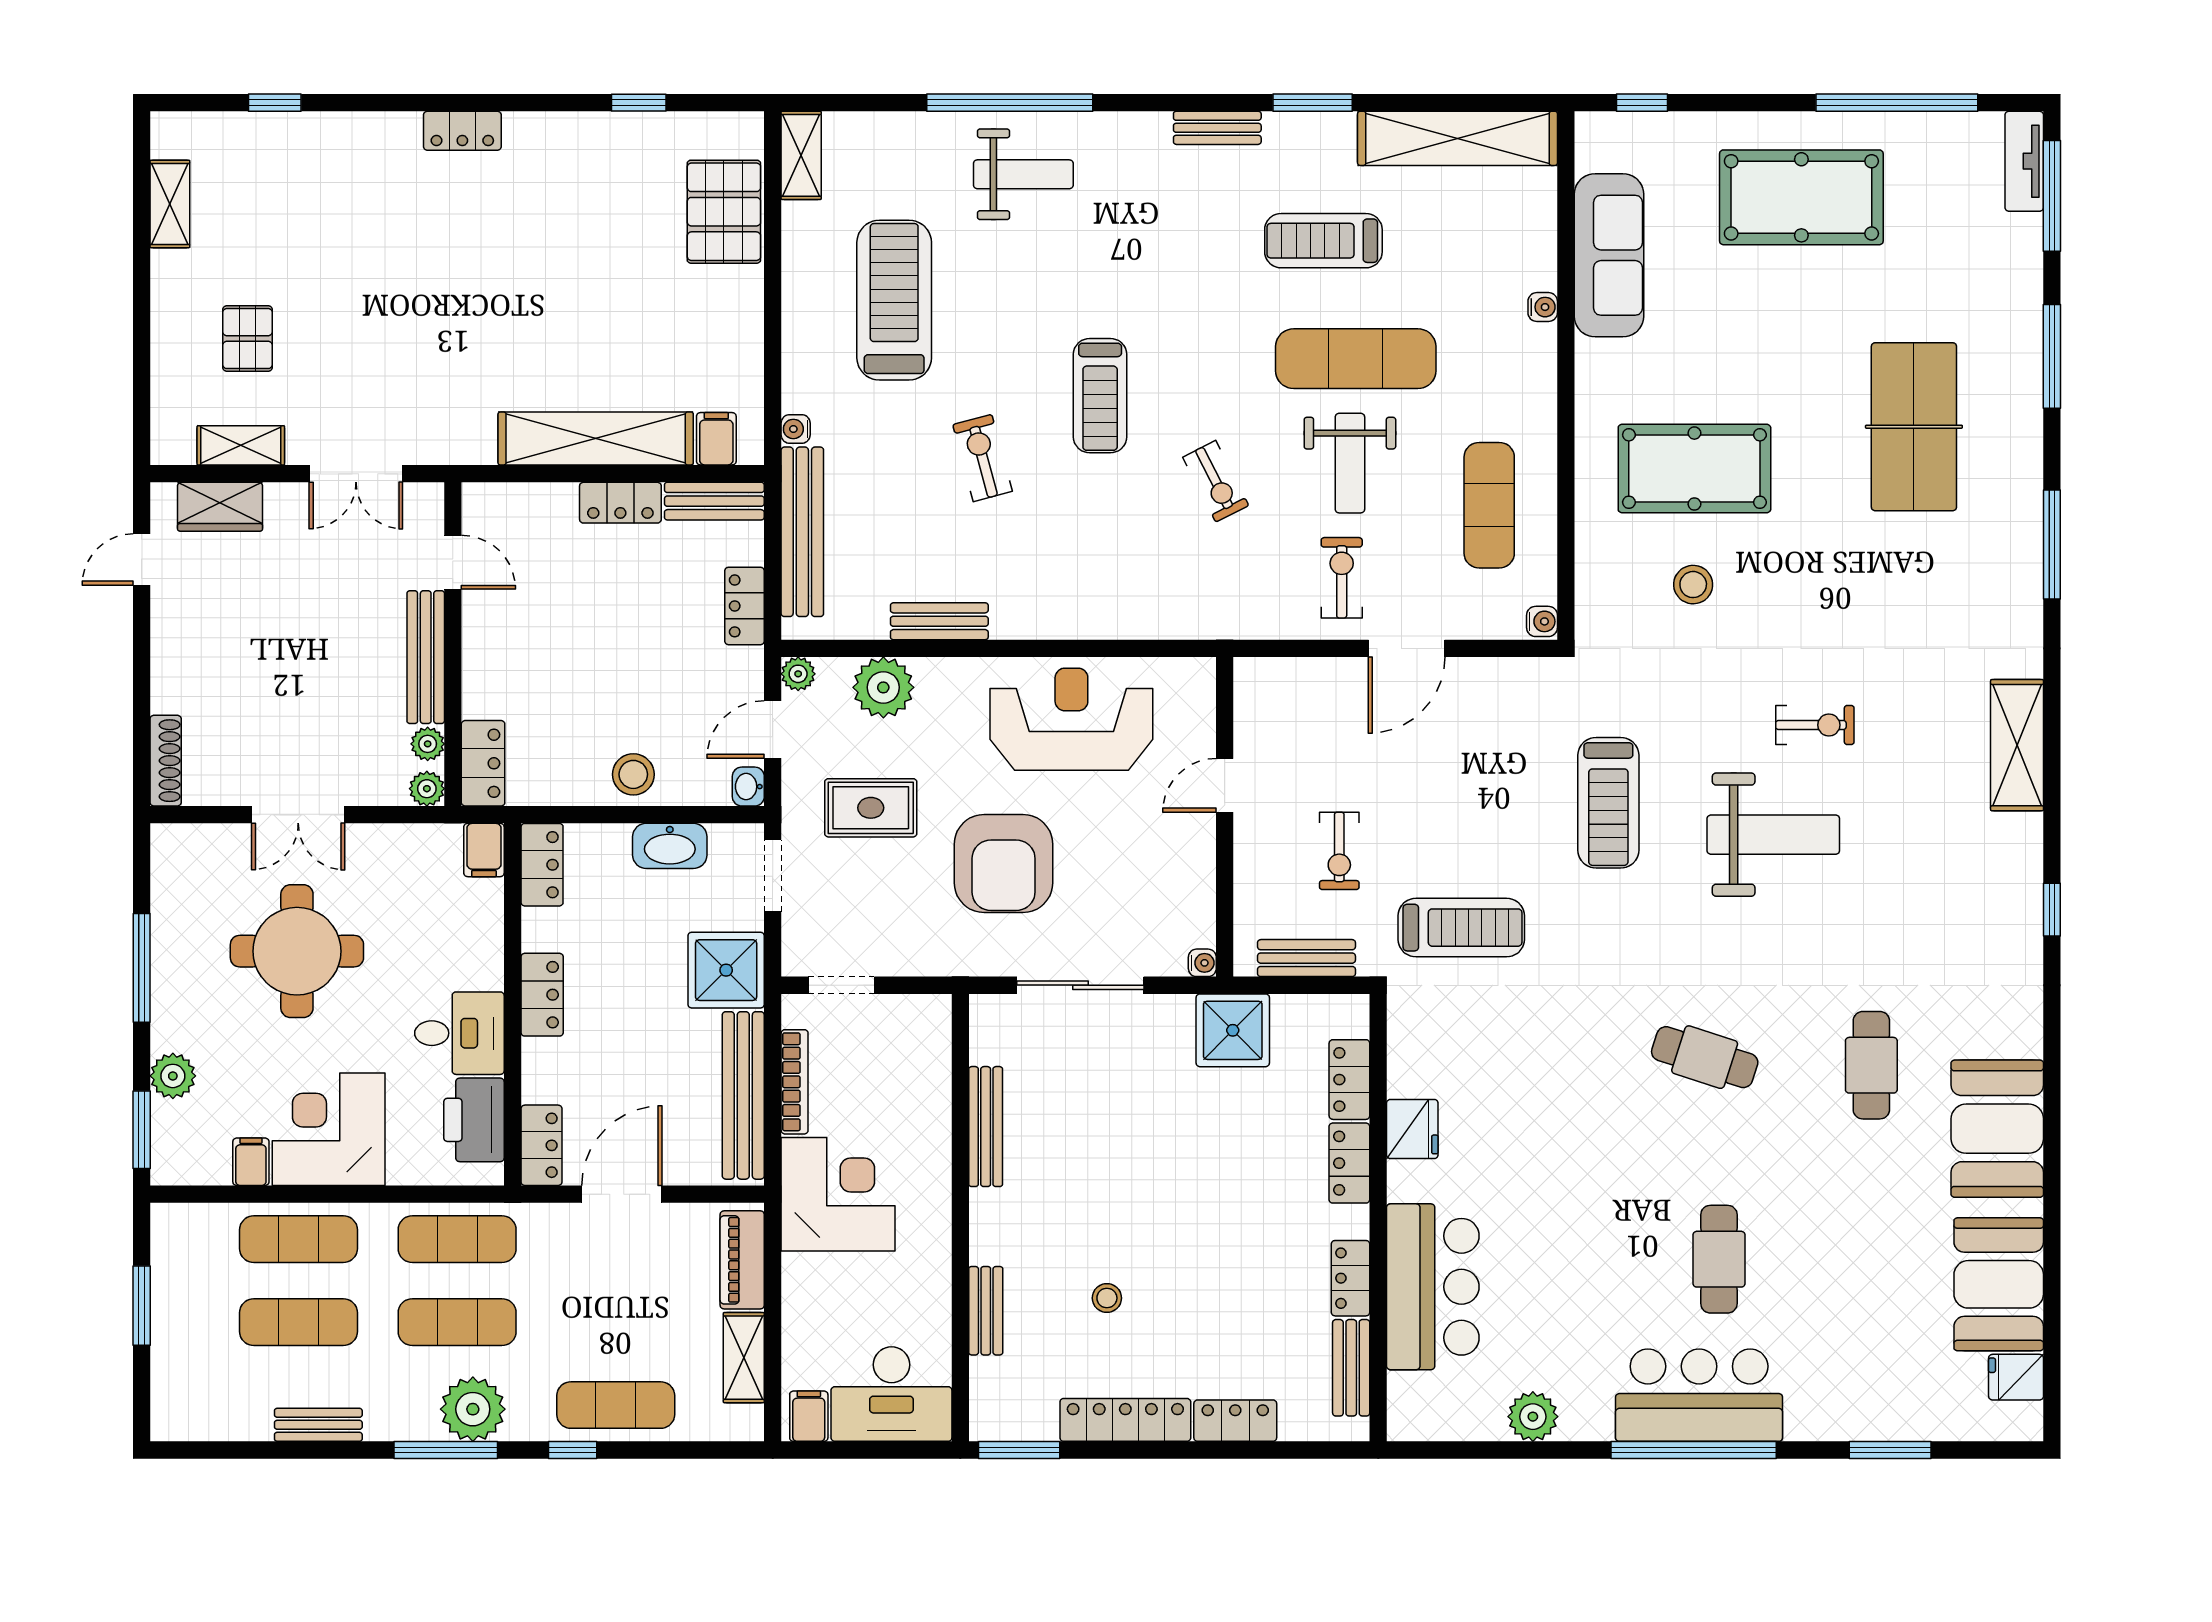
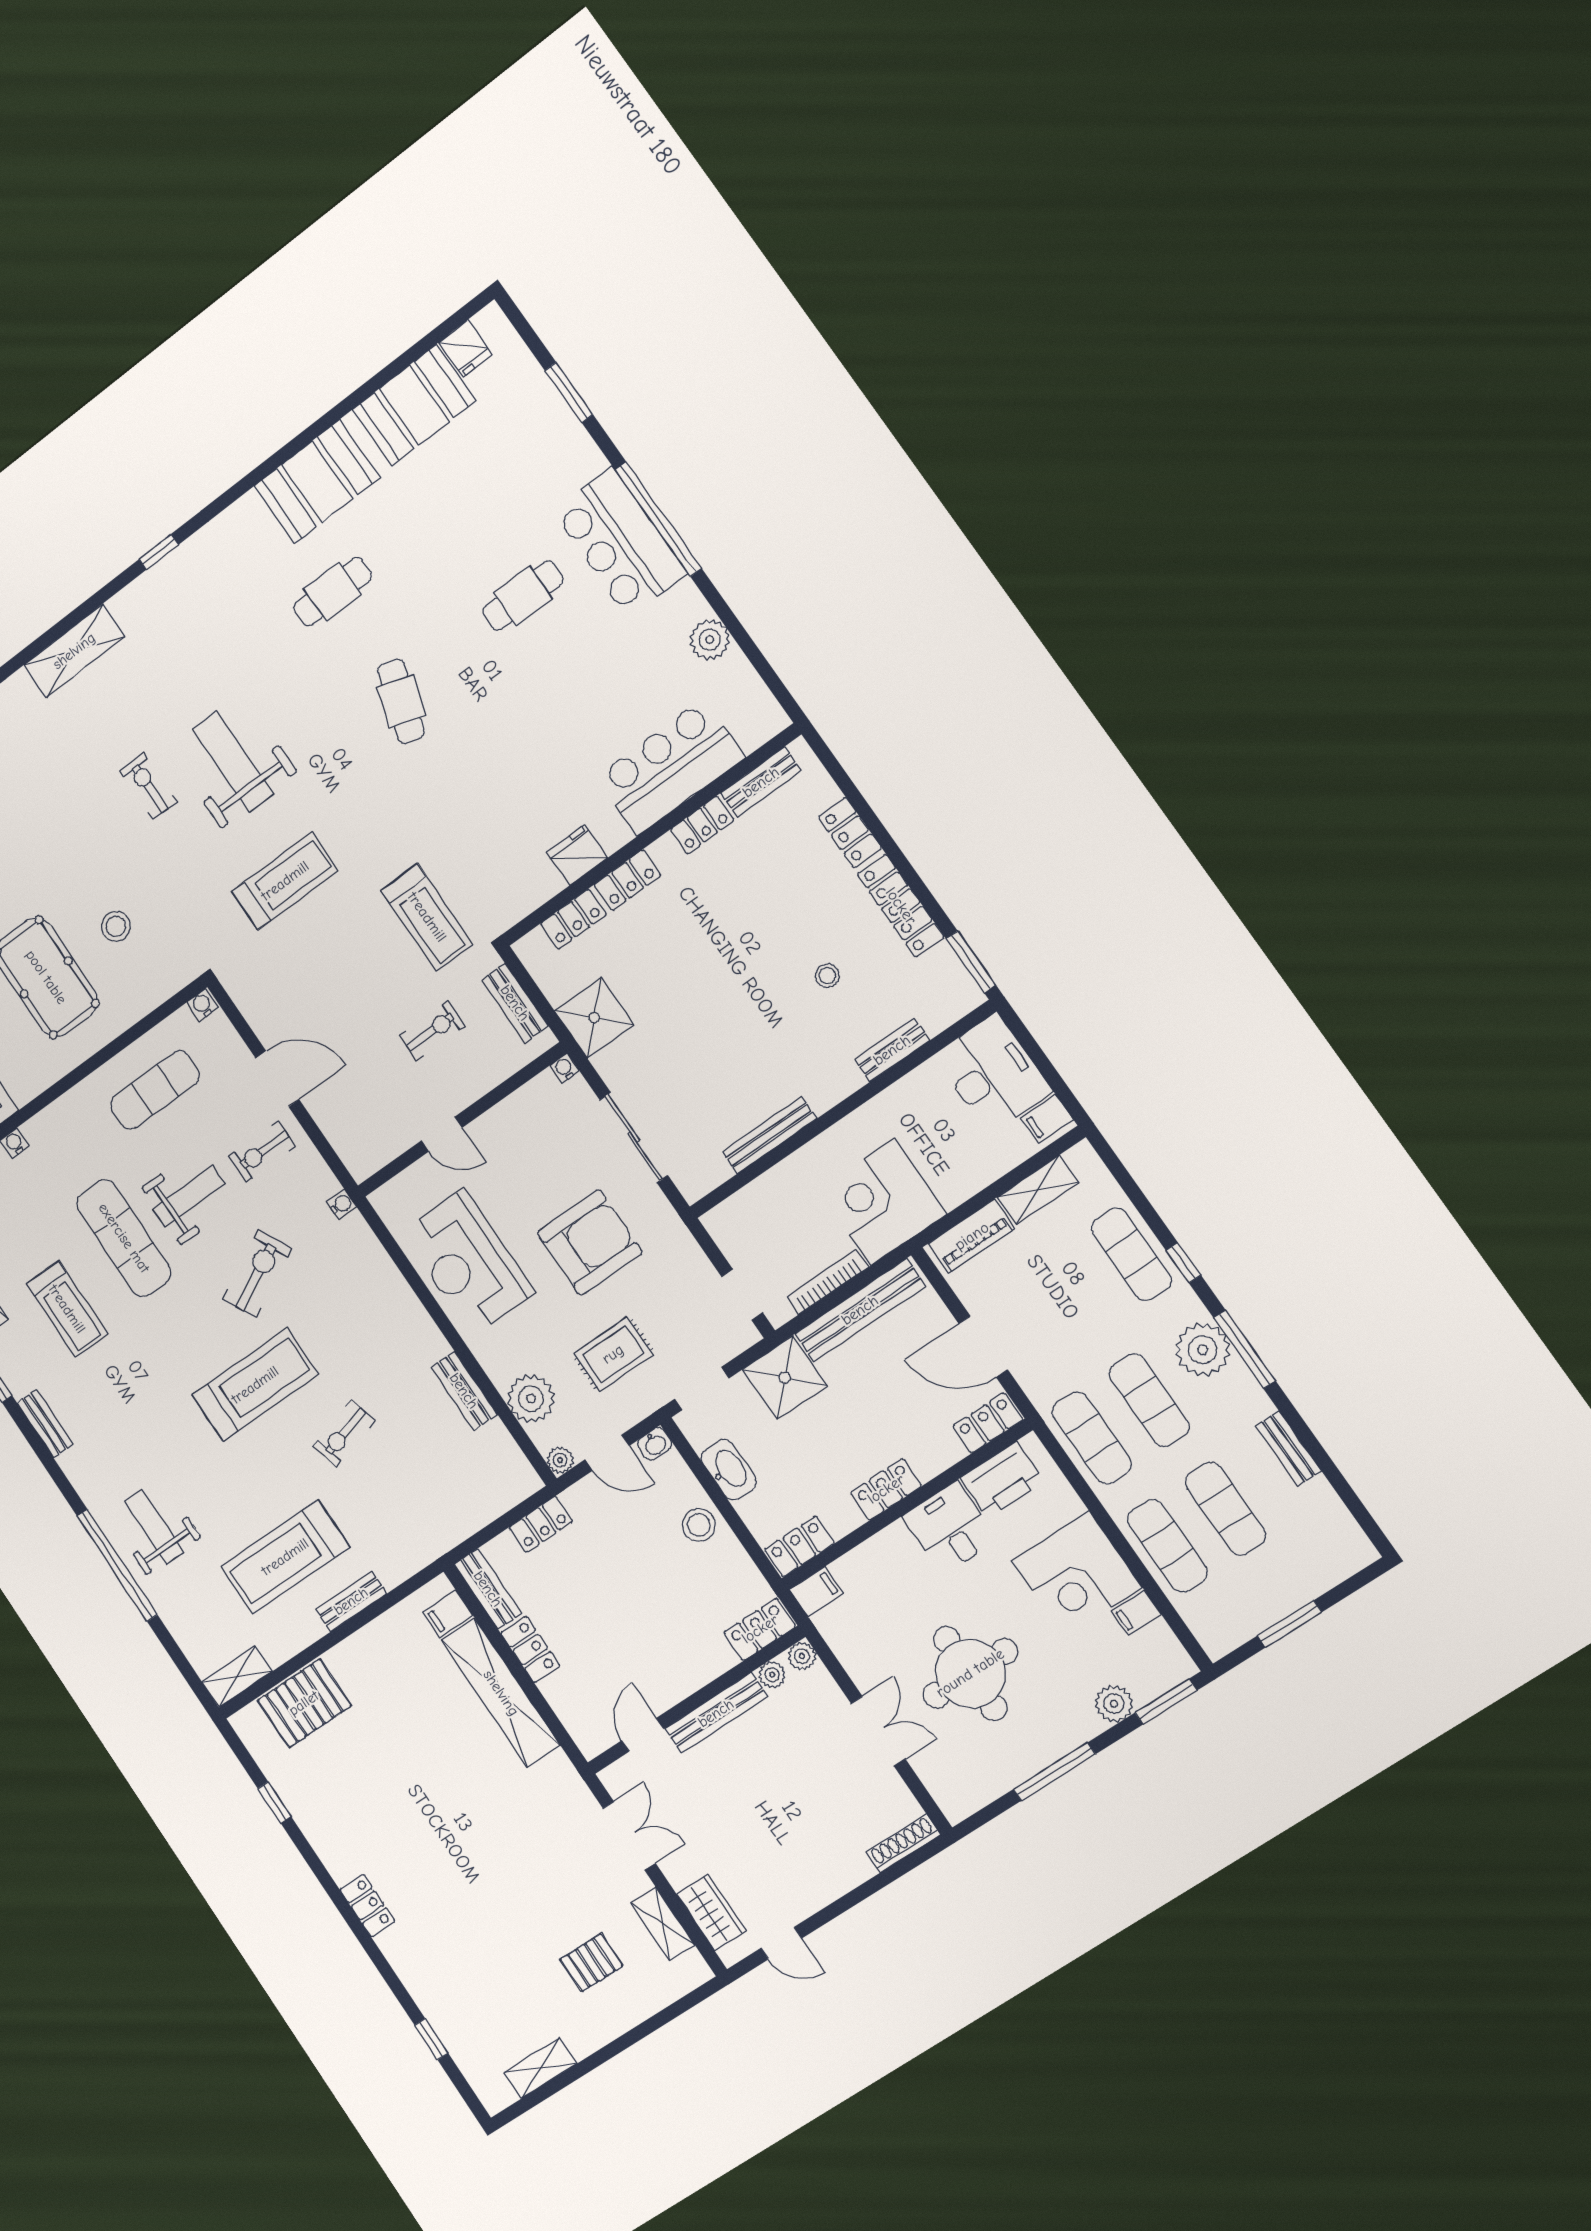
treadmill: (1100, 396) -> (255, 1385), width x1.37, depth x1.38
water cooler: (796, 429) -> (341, 1204), moved, turned -90
exercise bike: (1216, 481) -> (257, 1274), width x1.38, depth x1.39
bench: (802, 532) -> (351, 1601), moved, width x0.54, depth x0.82
rug: (871, 808) -> (613, 1354), turned 90
treadmill: (1461, 928) -> (427, 917), turned 180

